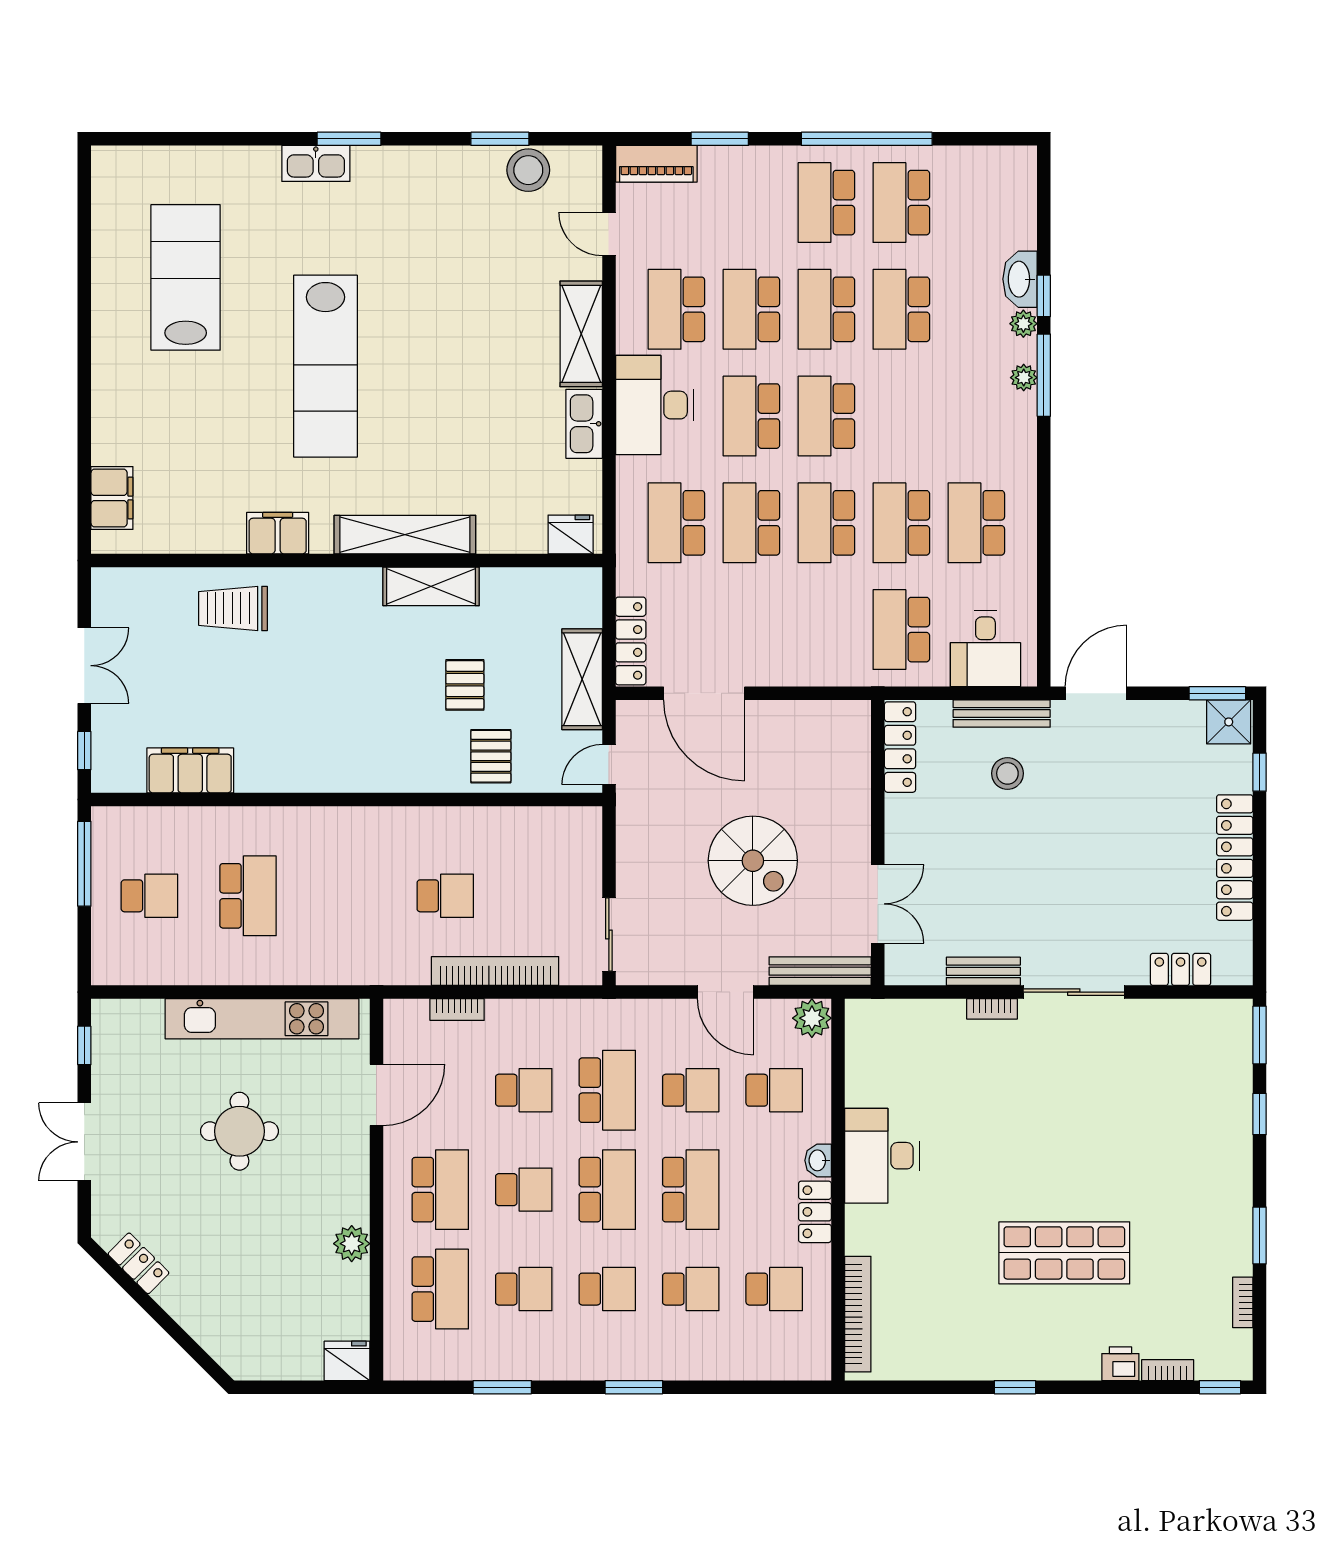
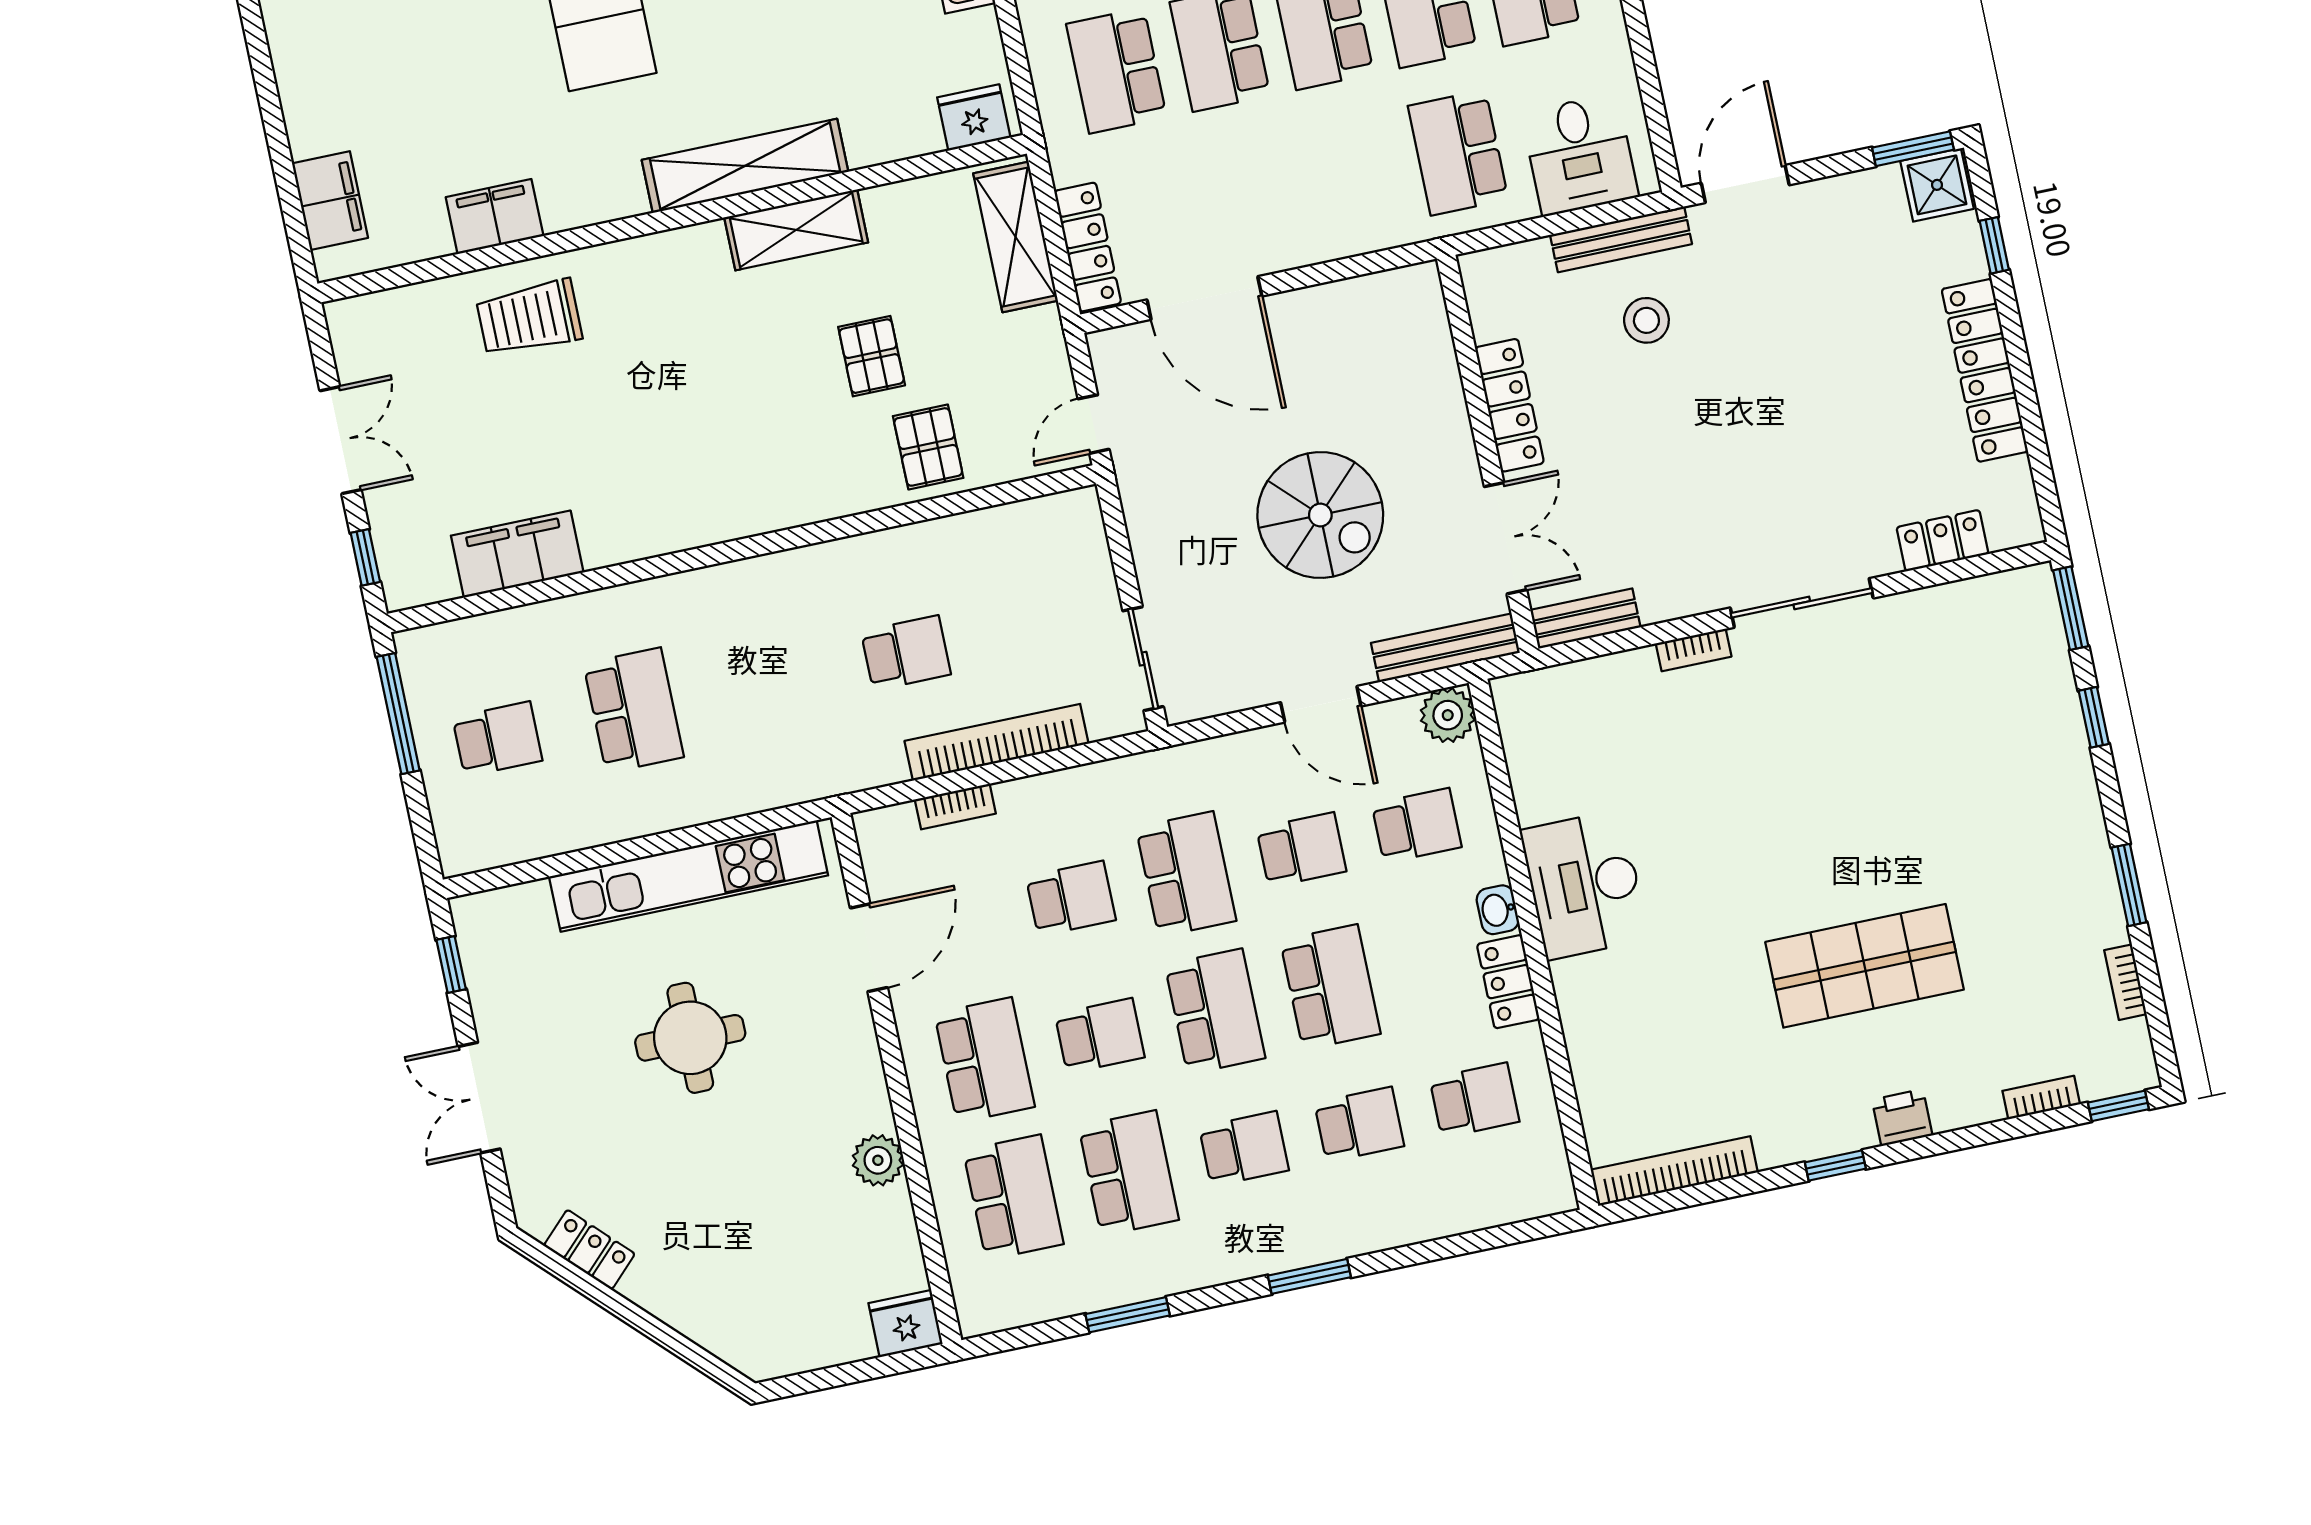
filing cabinet: (278, 533) -> (495, 217), moved
shelving: (582, 679) -> (1016, 237), moved
locker: (900, 747) -> (1509, 405), moved
bench: (983, 971) -> (1585, 619), moved
school desk: (524, 1289) -> (1129, 1173), width x1.85
bookcase: (858, 1314) -> (1674, 1171), moved, turned -90
printer: (1120, 1364) -> (1902, 1118), moved

